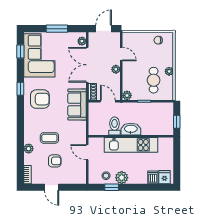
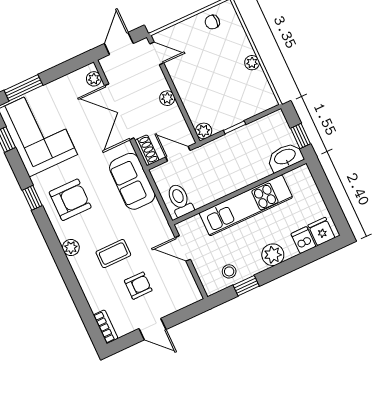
window: (57, 29) -> (23, 88), moved
door: (121, 54) -> (157, 53), moved
cafe table: (154, 80) -> (234, 88), removed
toilet: (115, 126) -> (180, 200), moved
washbasin: (131, 129) -> (285, 157), moved
plant: (29, 149) -> (71, 248), moved
plant: (122, 178) -> (273, 255), moved

